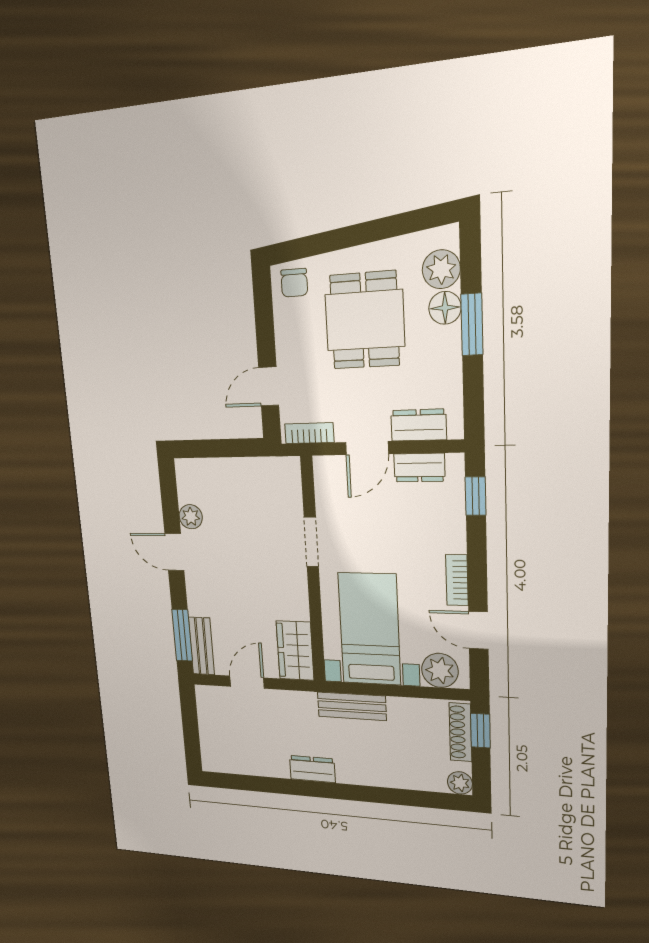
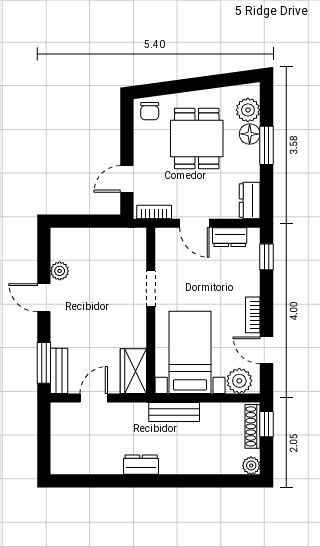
dresser: (419, 425) -> (250, 201), moved, turned -90
door: (367, 448) -> (194, 223), hinge flipped

